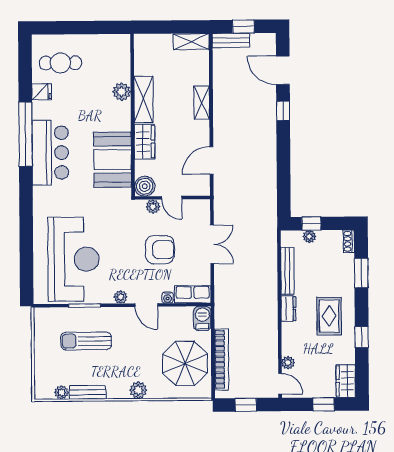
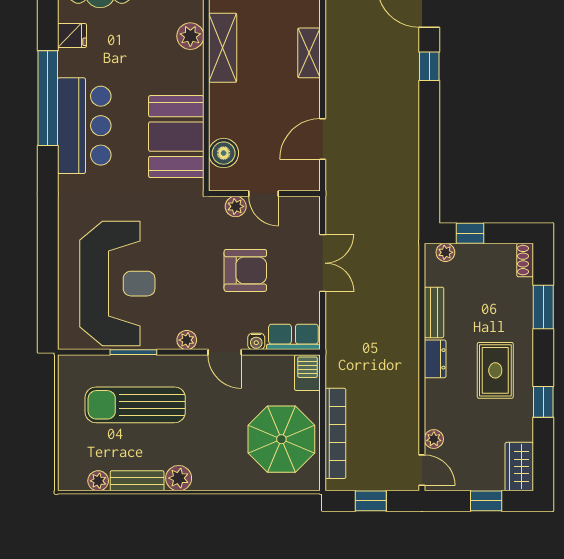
wardrobe: (145, 142) -> (224, 110), removed
boiler: (145, 186) -> (224, 153), moved
plant: (310, 236) -> (445, 252), moved
bench: (287, 271) -> (434, 312), width x0.73
sun lounger: (86, 341) -> (135, 405), width x1.36, depth x1.34
plant: (138, 390) -> (179, 478), moved

